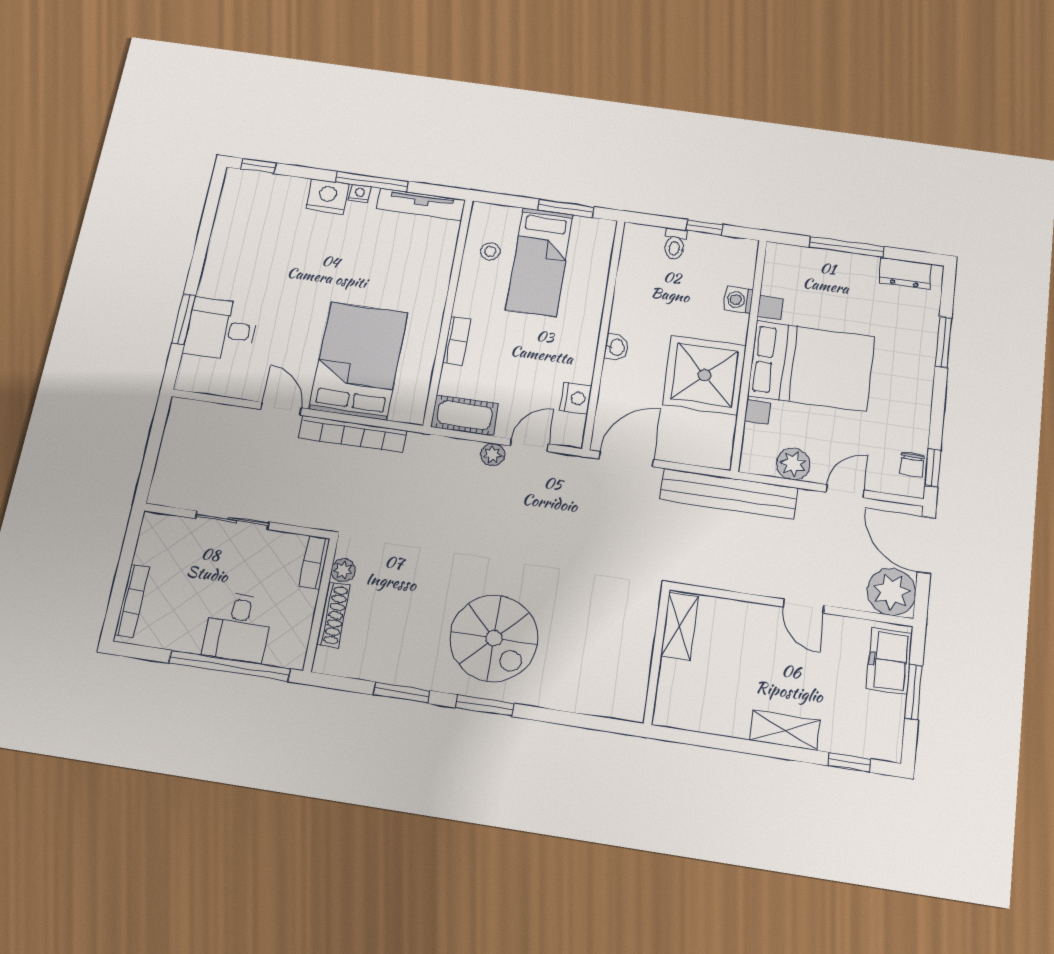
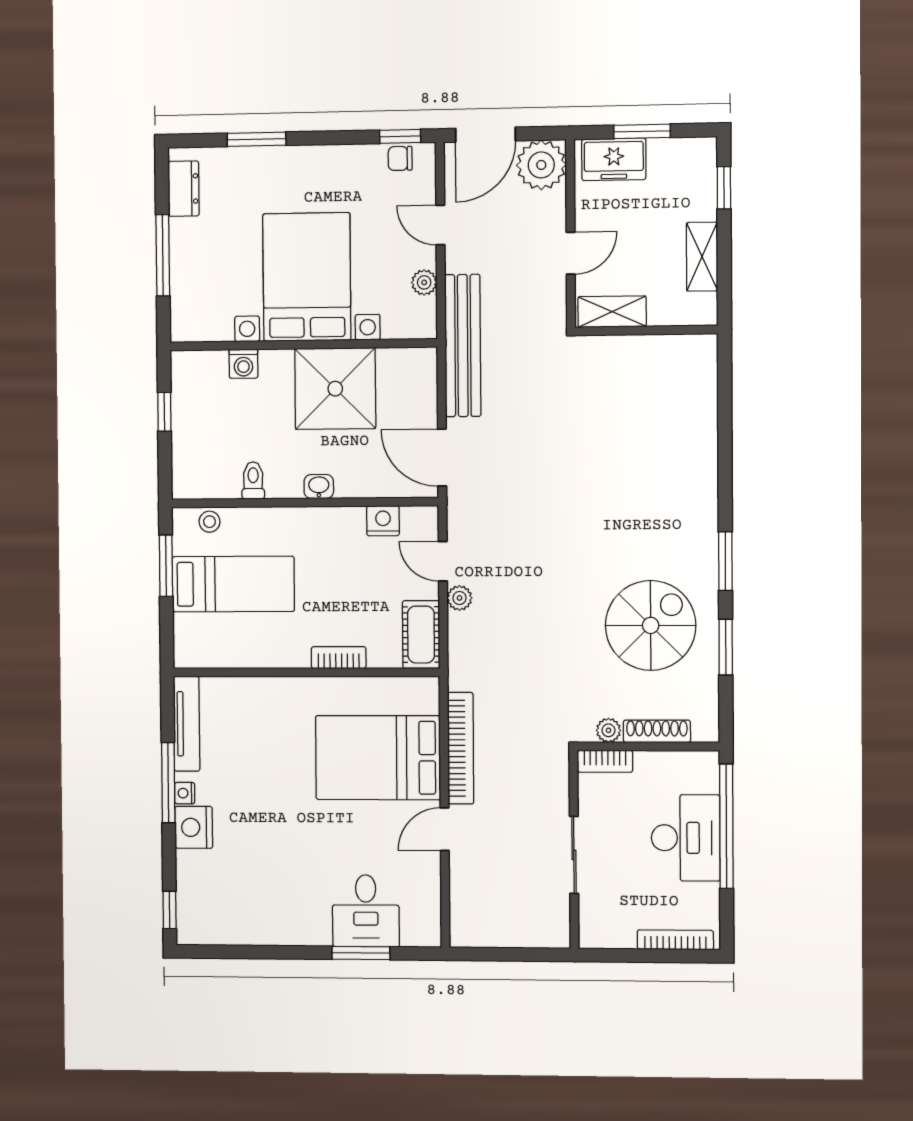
toilet: (675, 244) -> (253, 480), moved, turned -90
stool: (490, 251) -> (209, 522), moved
plant: (793, 464) -> (424, 282), width x0.73, depth x0.73
chair: (912, 465) -> (400, 158), turned 180
shelving: (680, 626) -> (612, 312), moved
desk: (238, 627) -> (686, 838), width x1.37
spiral stairs: (494, 638) -> (651, 625), moved
wall: (657, 656) -> (646, 330), moved

